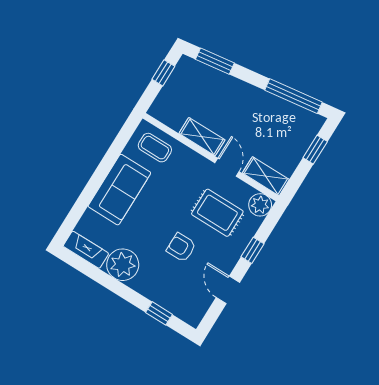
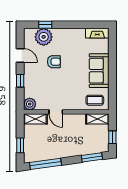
shelving: (202, 137) -> (97, 119), moved
rug: (217, 213) -> (47, 88), removed
plant: (123, 265) -> (44, 37), moved

